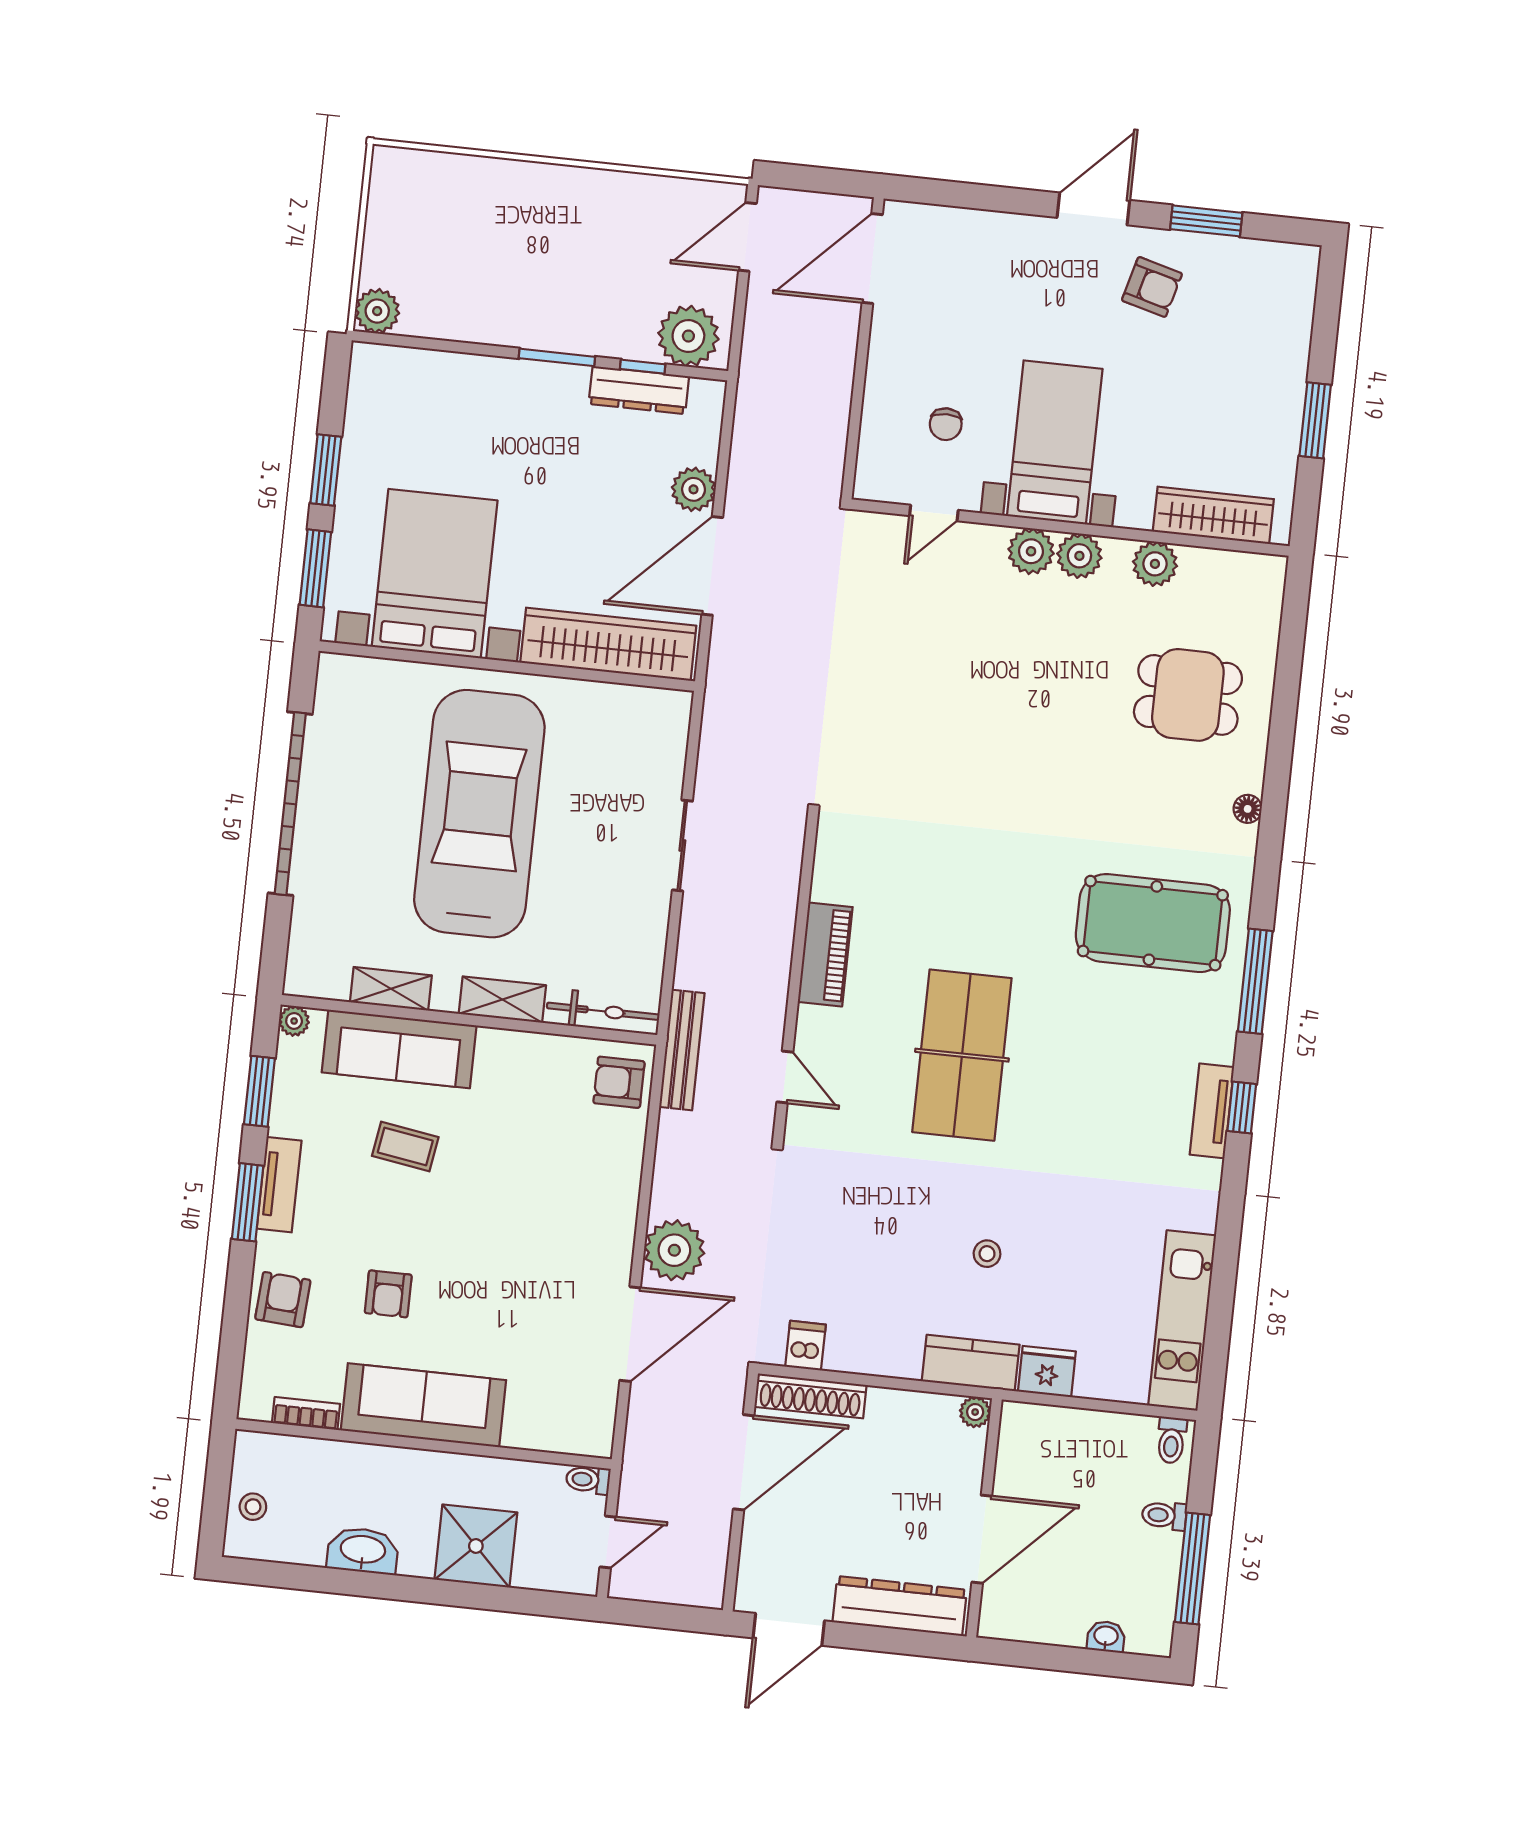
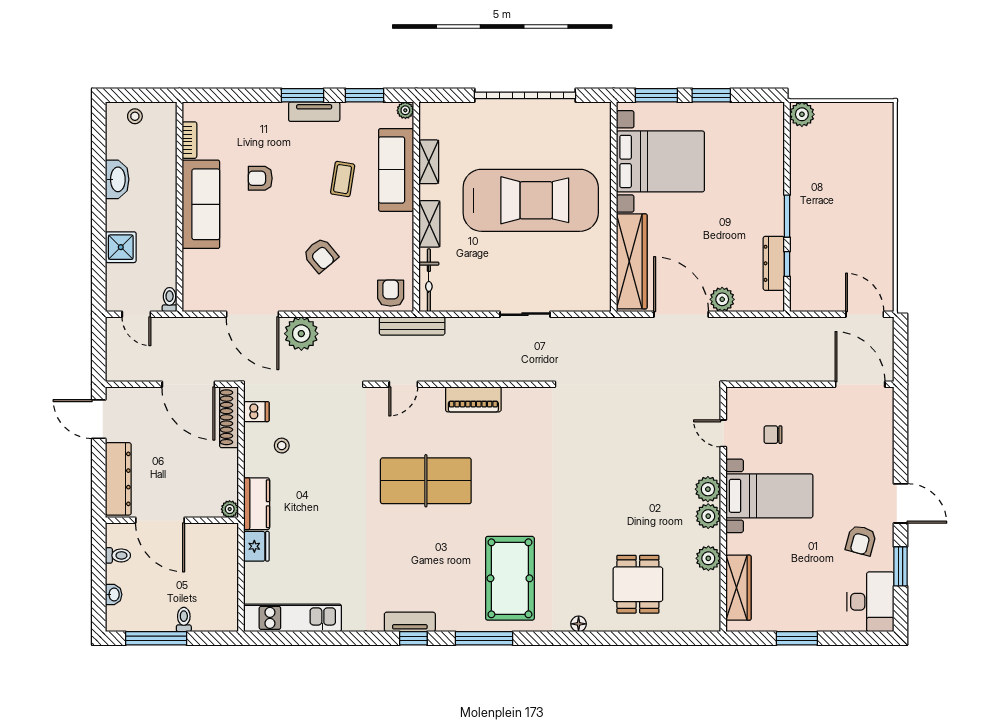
desk: (1264, 282) -> (870, 602), added
plant: (688, 336) -> (806, 287), removed
stool: (987, 1254) -> (282, 446), moved
armchair: (283, 1300) -> (321, 255), moved, turned 46
toilet: (1171, 1440) -> (118, 555), moved, turned 180
shower: (476, 1546) -> (121, 247), width x0.73, depth x0.73

